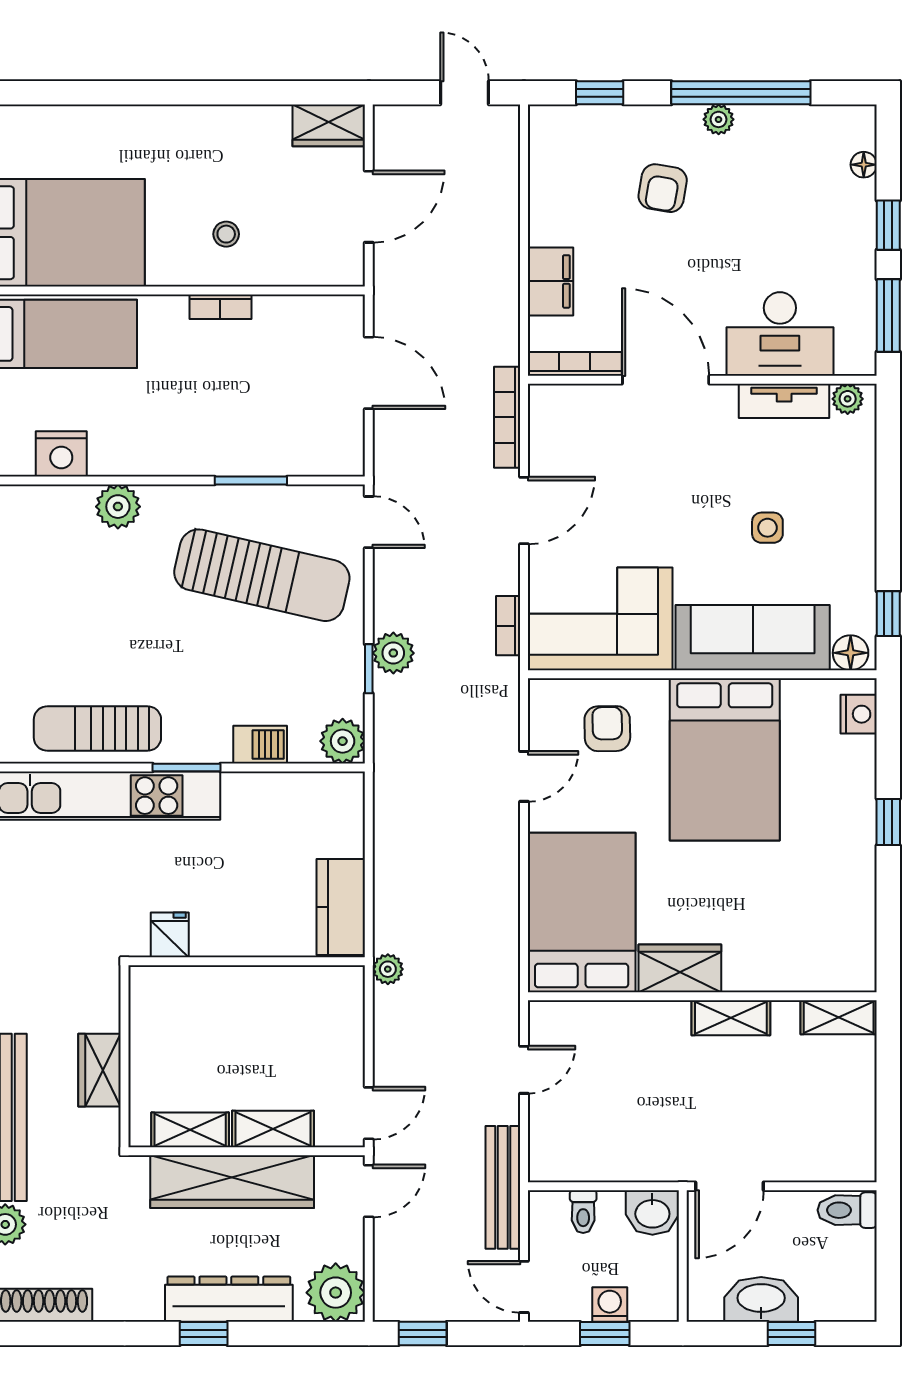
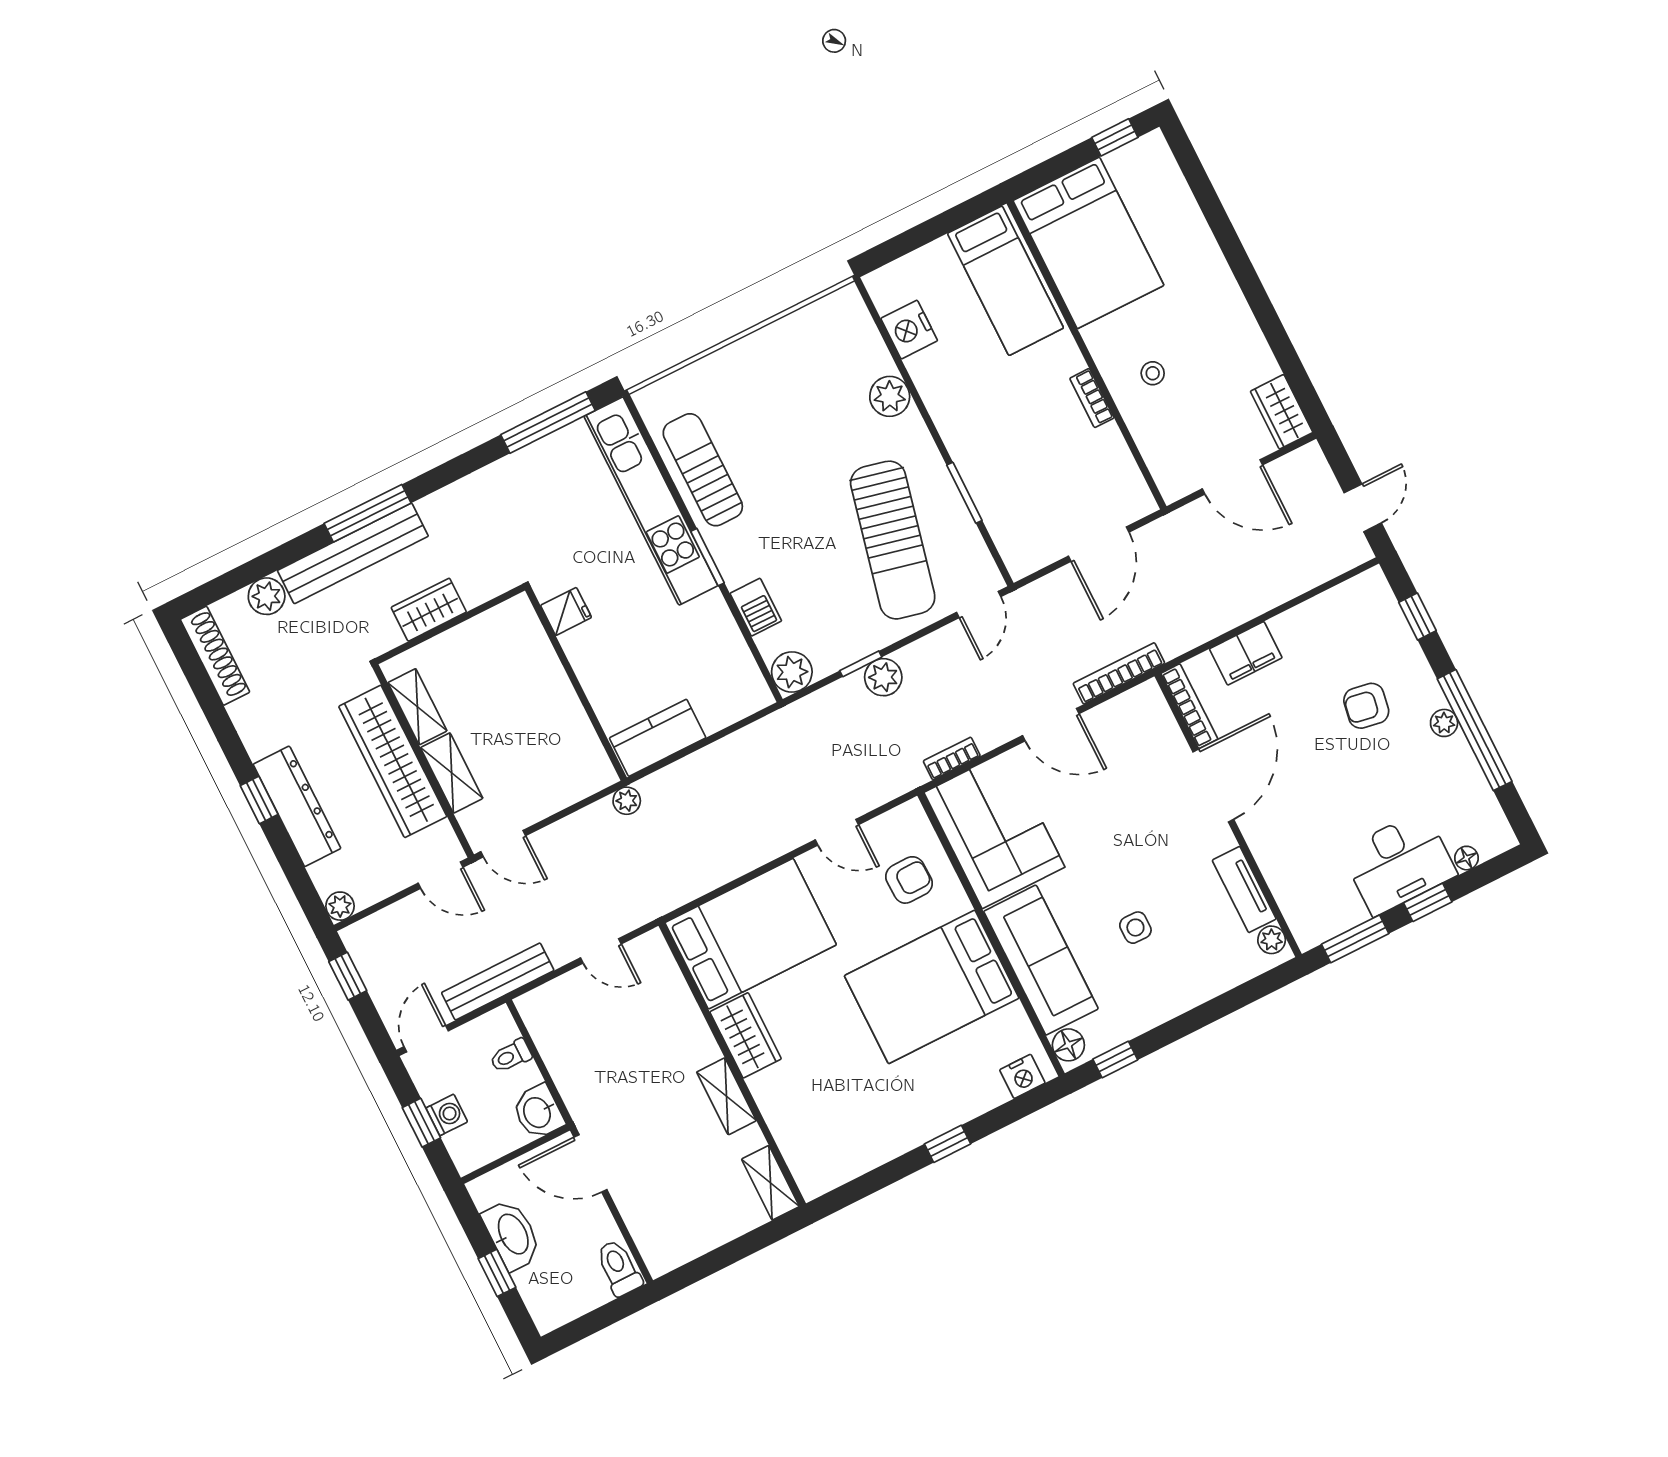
desk: (780, 334) -> (1399, 863), moved, turned -90
plant: (336, 1293) -> (340, 906), width x0.53, depth x0.53

